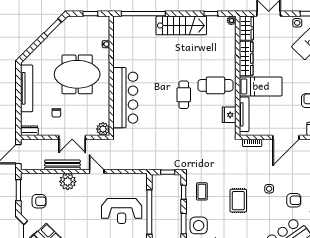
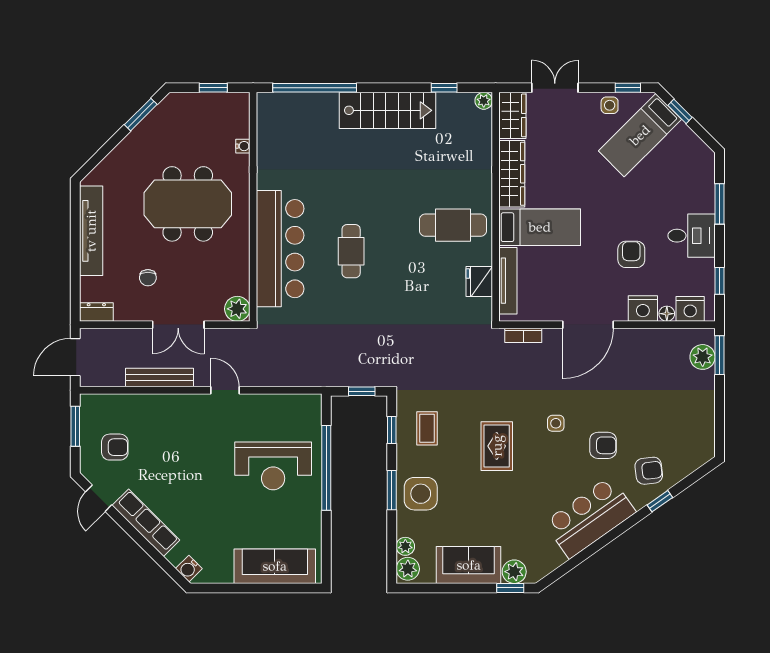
cafe table: (184, 95) -> (351, 251), moved
plant: (68, 182) -> (170, 410), removed

